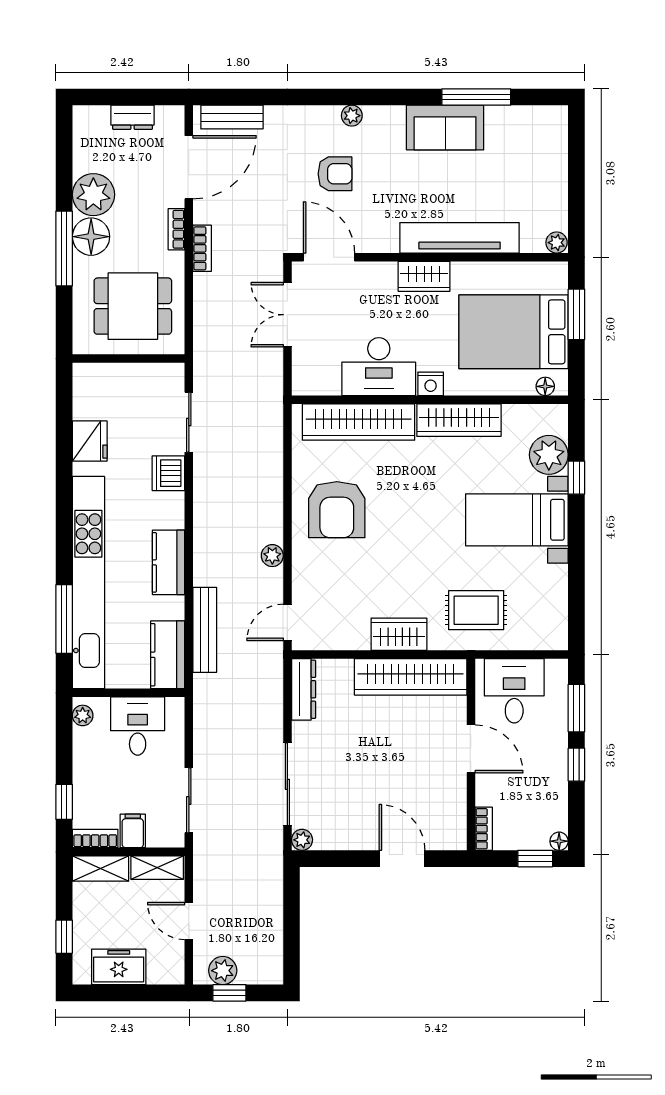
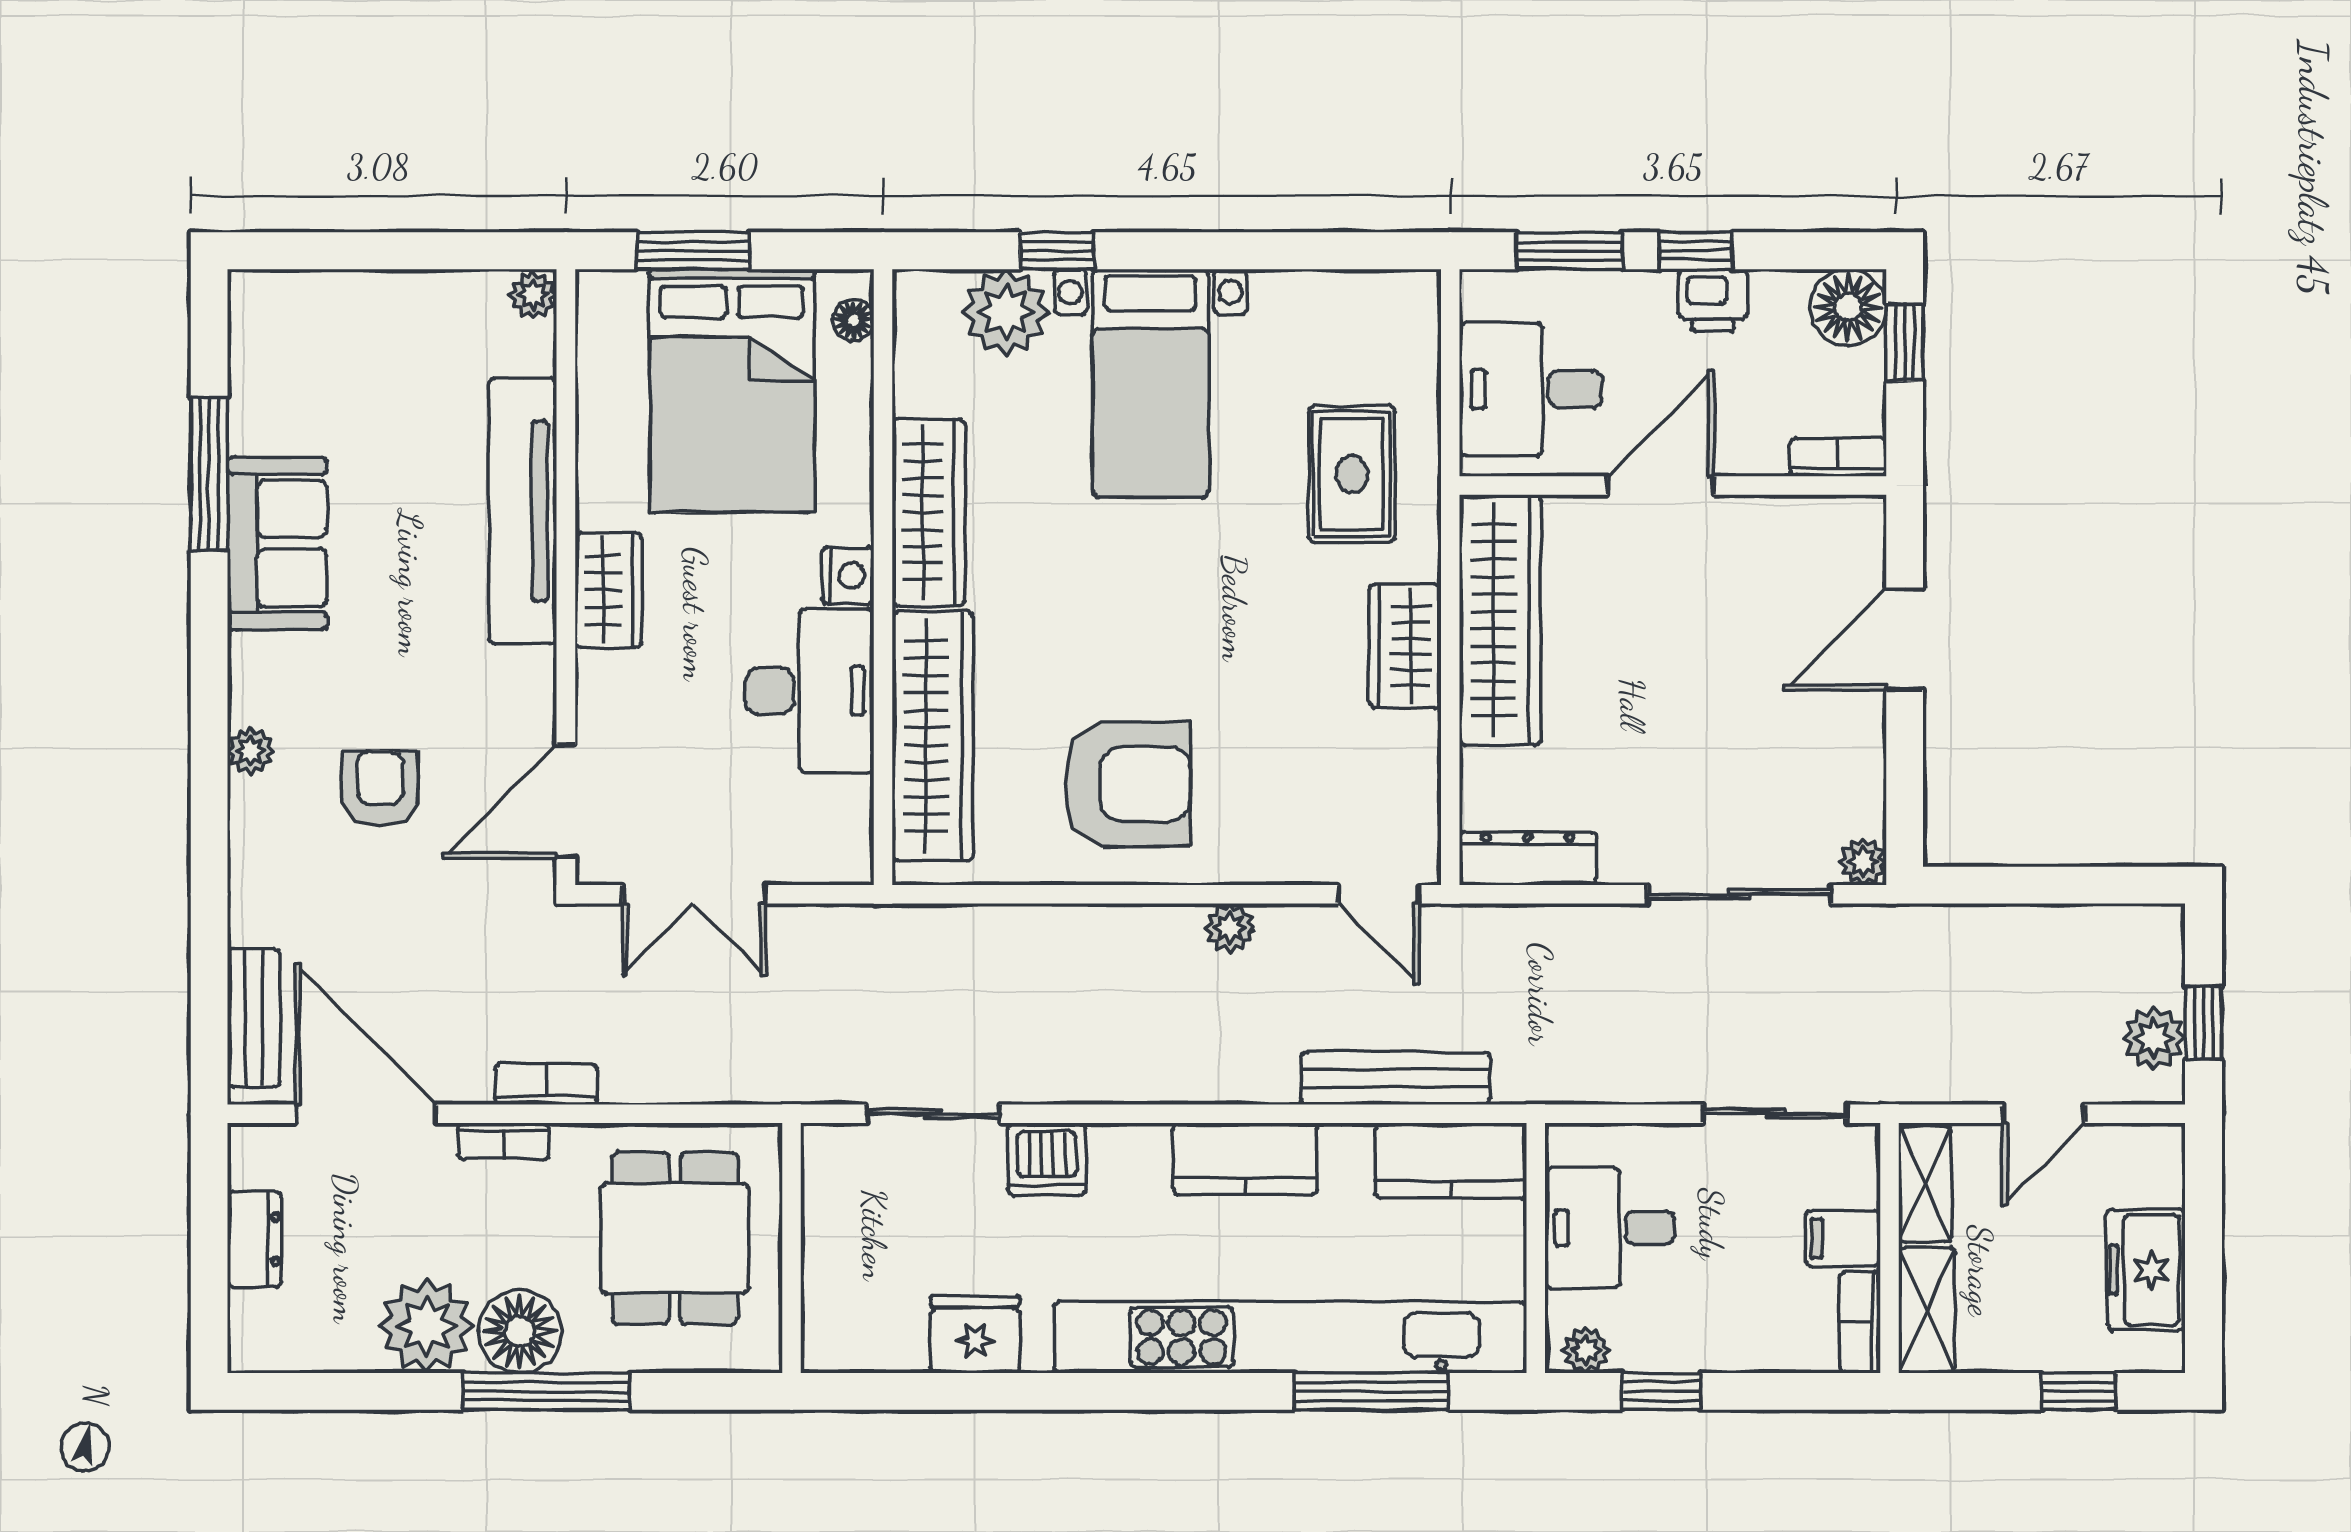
printer: (554, 772) -> (1713, 300), added
window: (64, 802) -> (1661, 1391), moved
floor lamp: (559, 841) -> (1848, 307), width x1.89, depth x1.89

